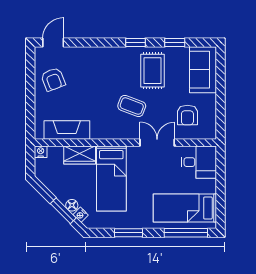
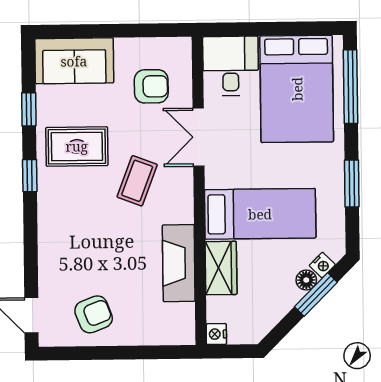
fireplace: (67, 130) -> (179, 263), moved
bed: (185, 208) -> (297, 89), width x1.50

